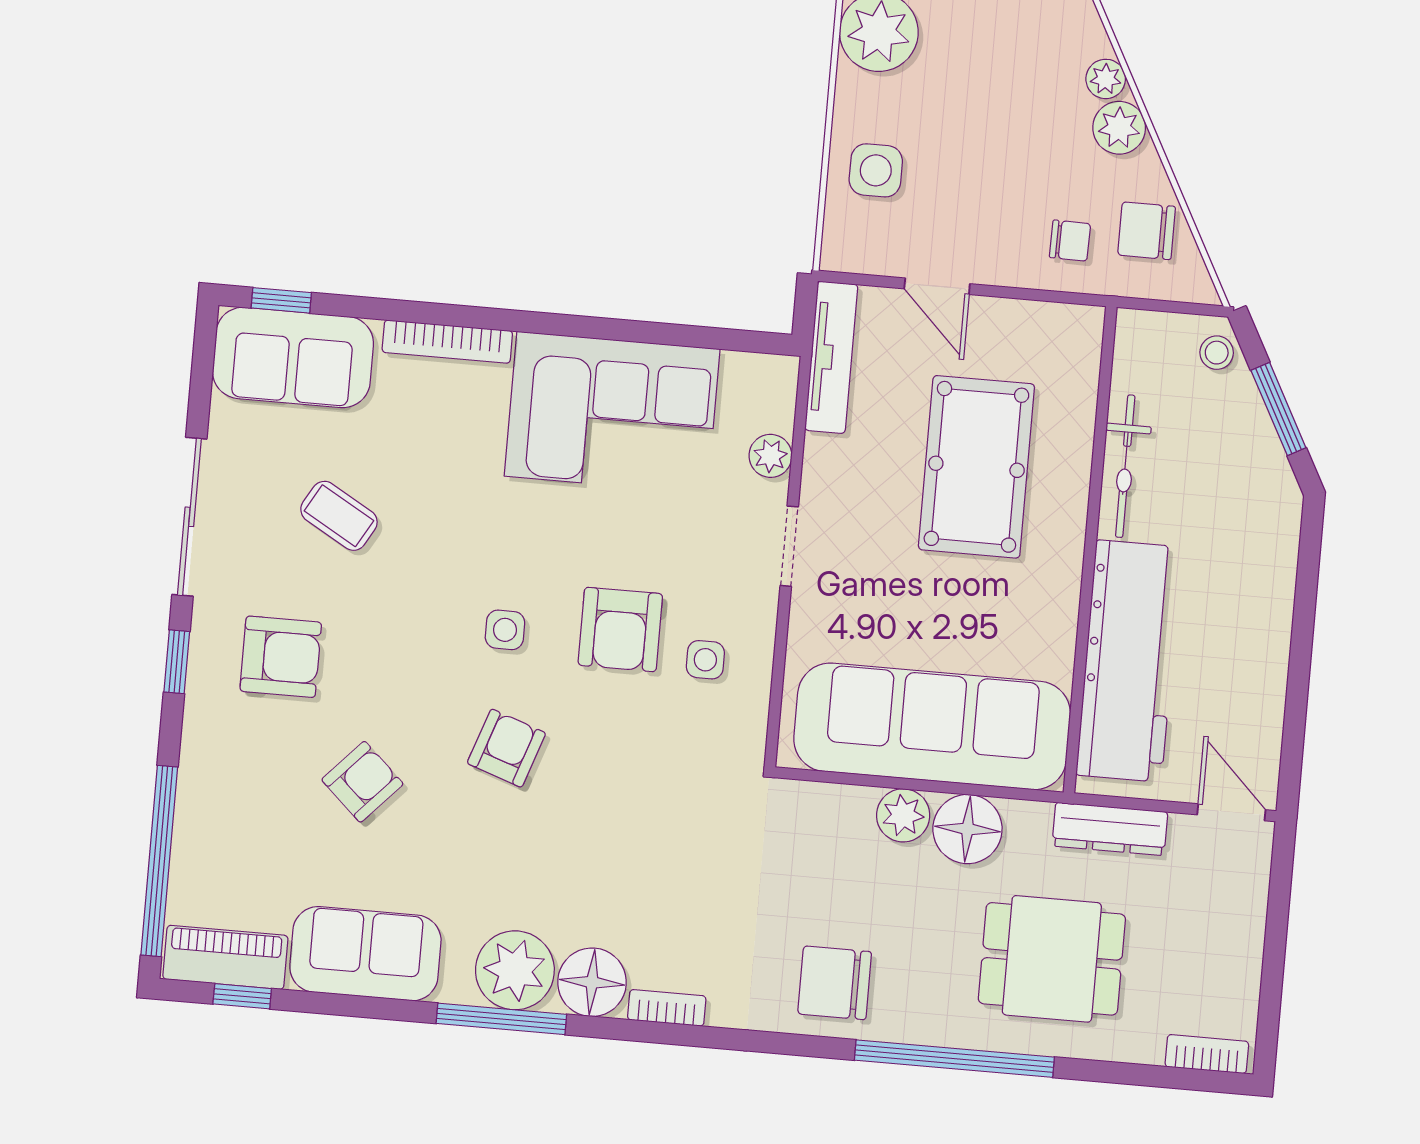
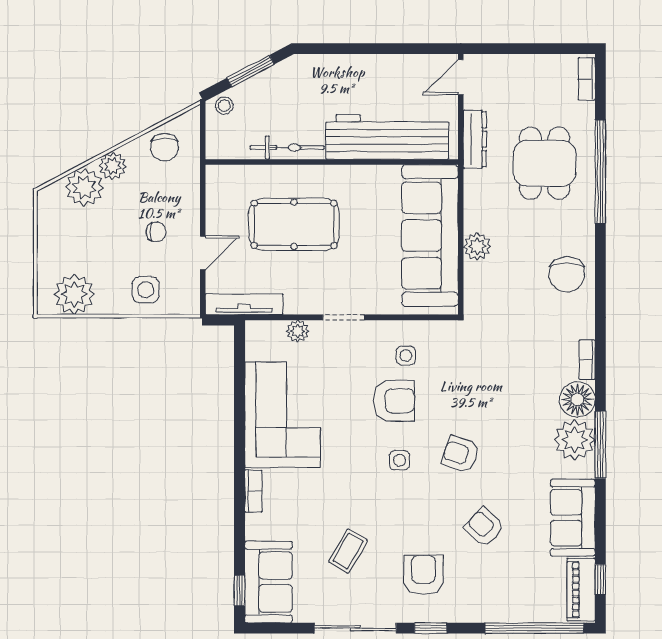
plant: (1106, 79) -> (84, 187), width x1.88, depth x1.88
chair: (1070, 241) -> (156, 232), moved, turned 89
bookcase: (447, 342) -> (253, 491), width x0.64
floor lamp: (967, 829) -> (481, 213), removed
window: (954, 1059) -> (600, 172), moved

